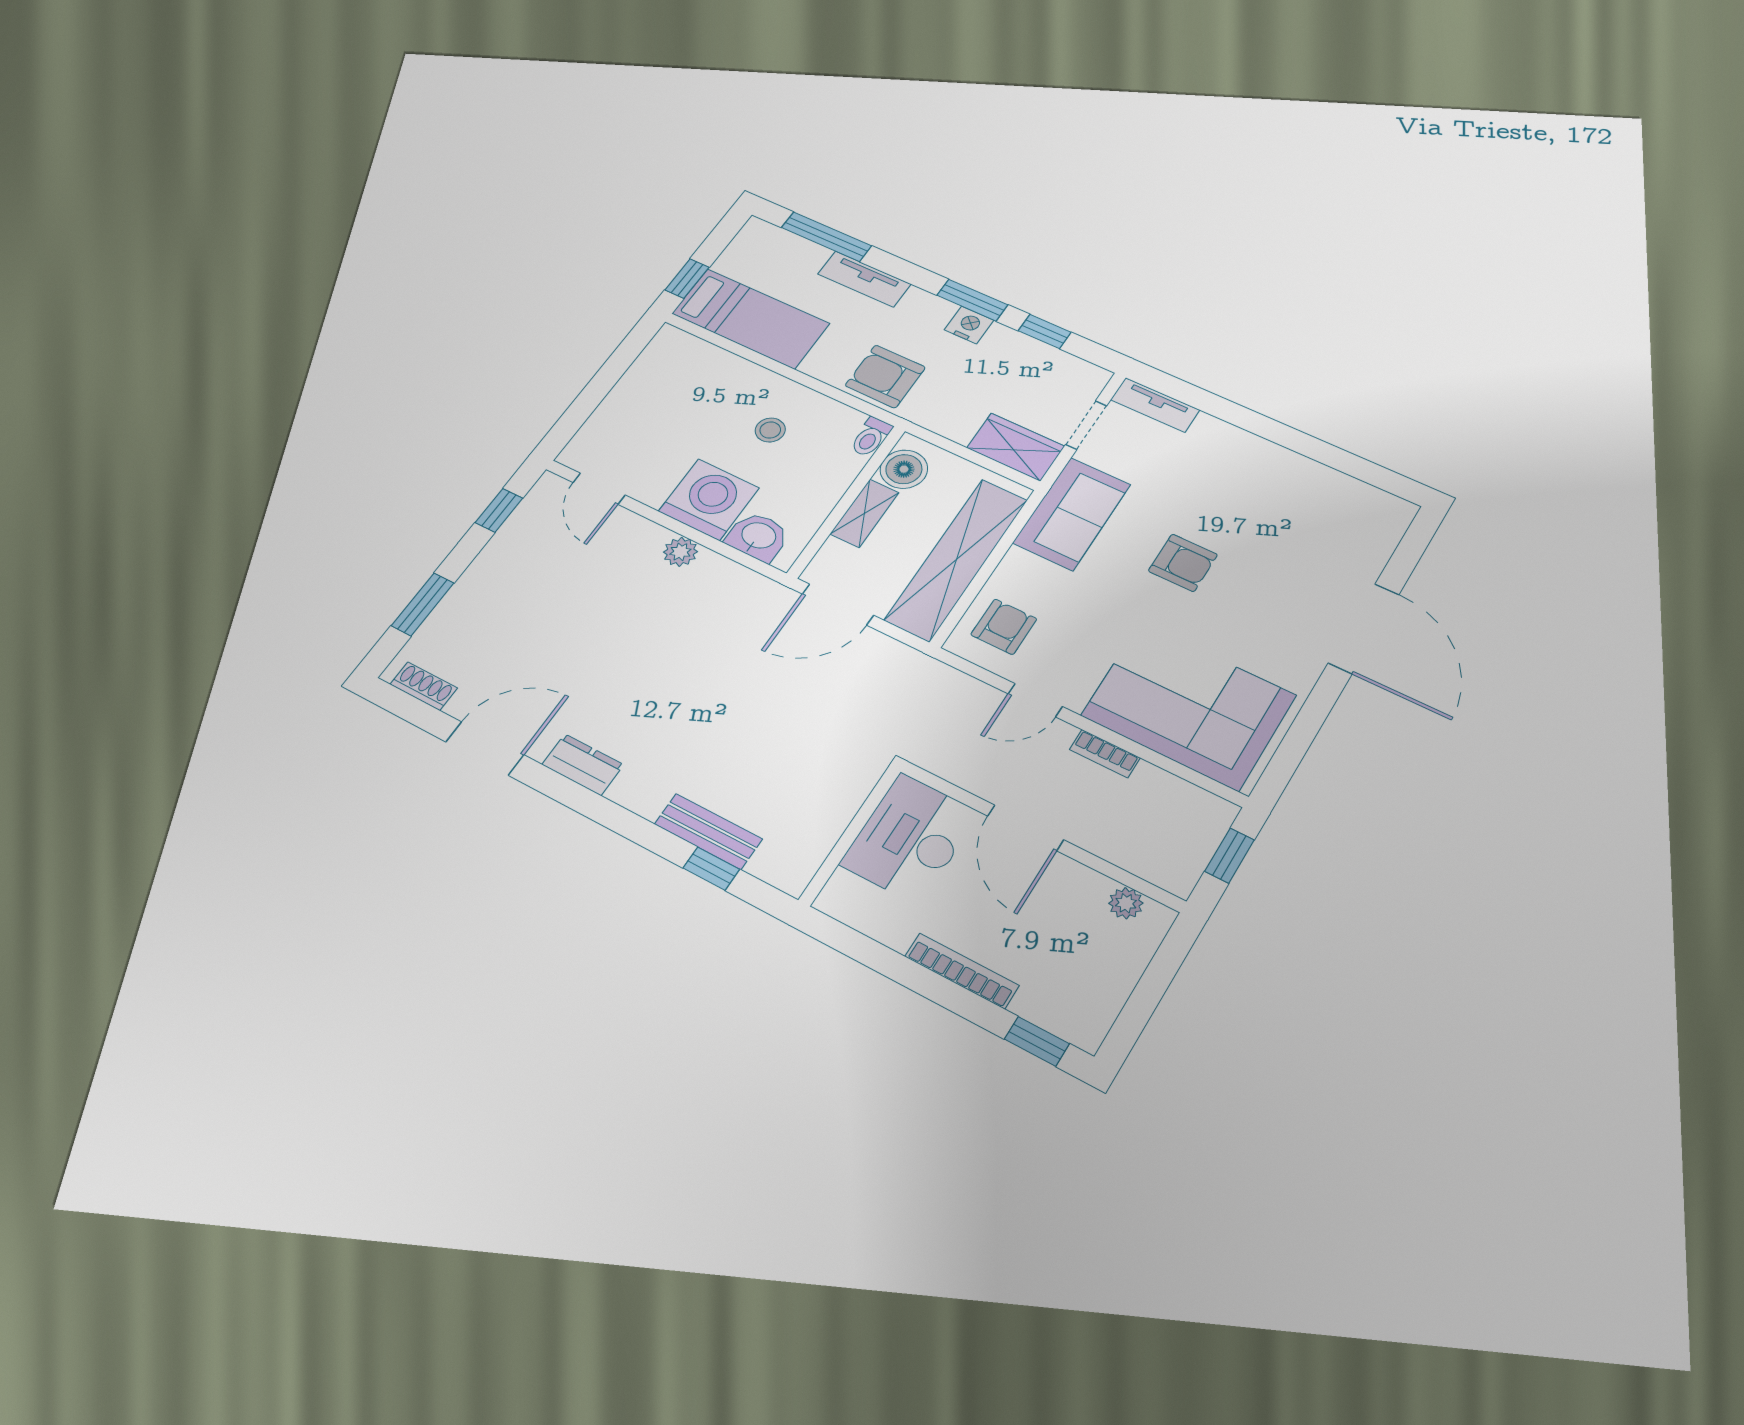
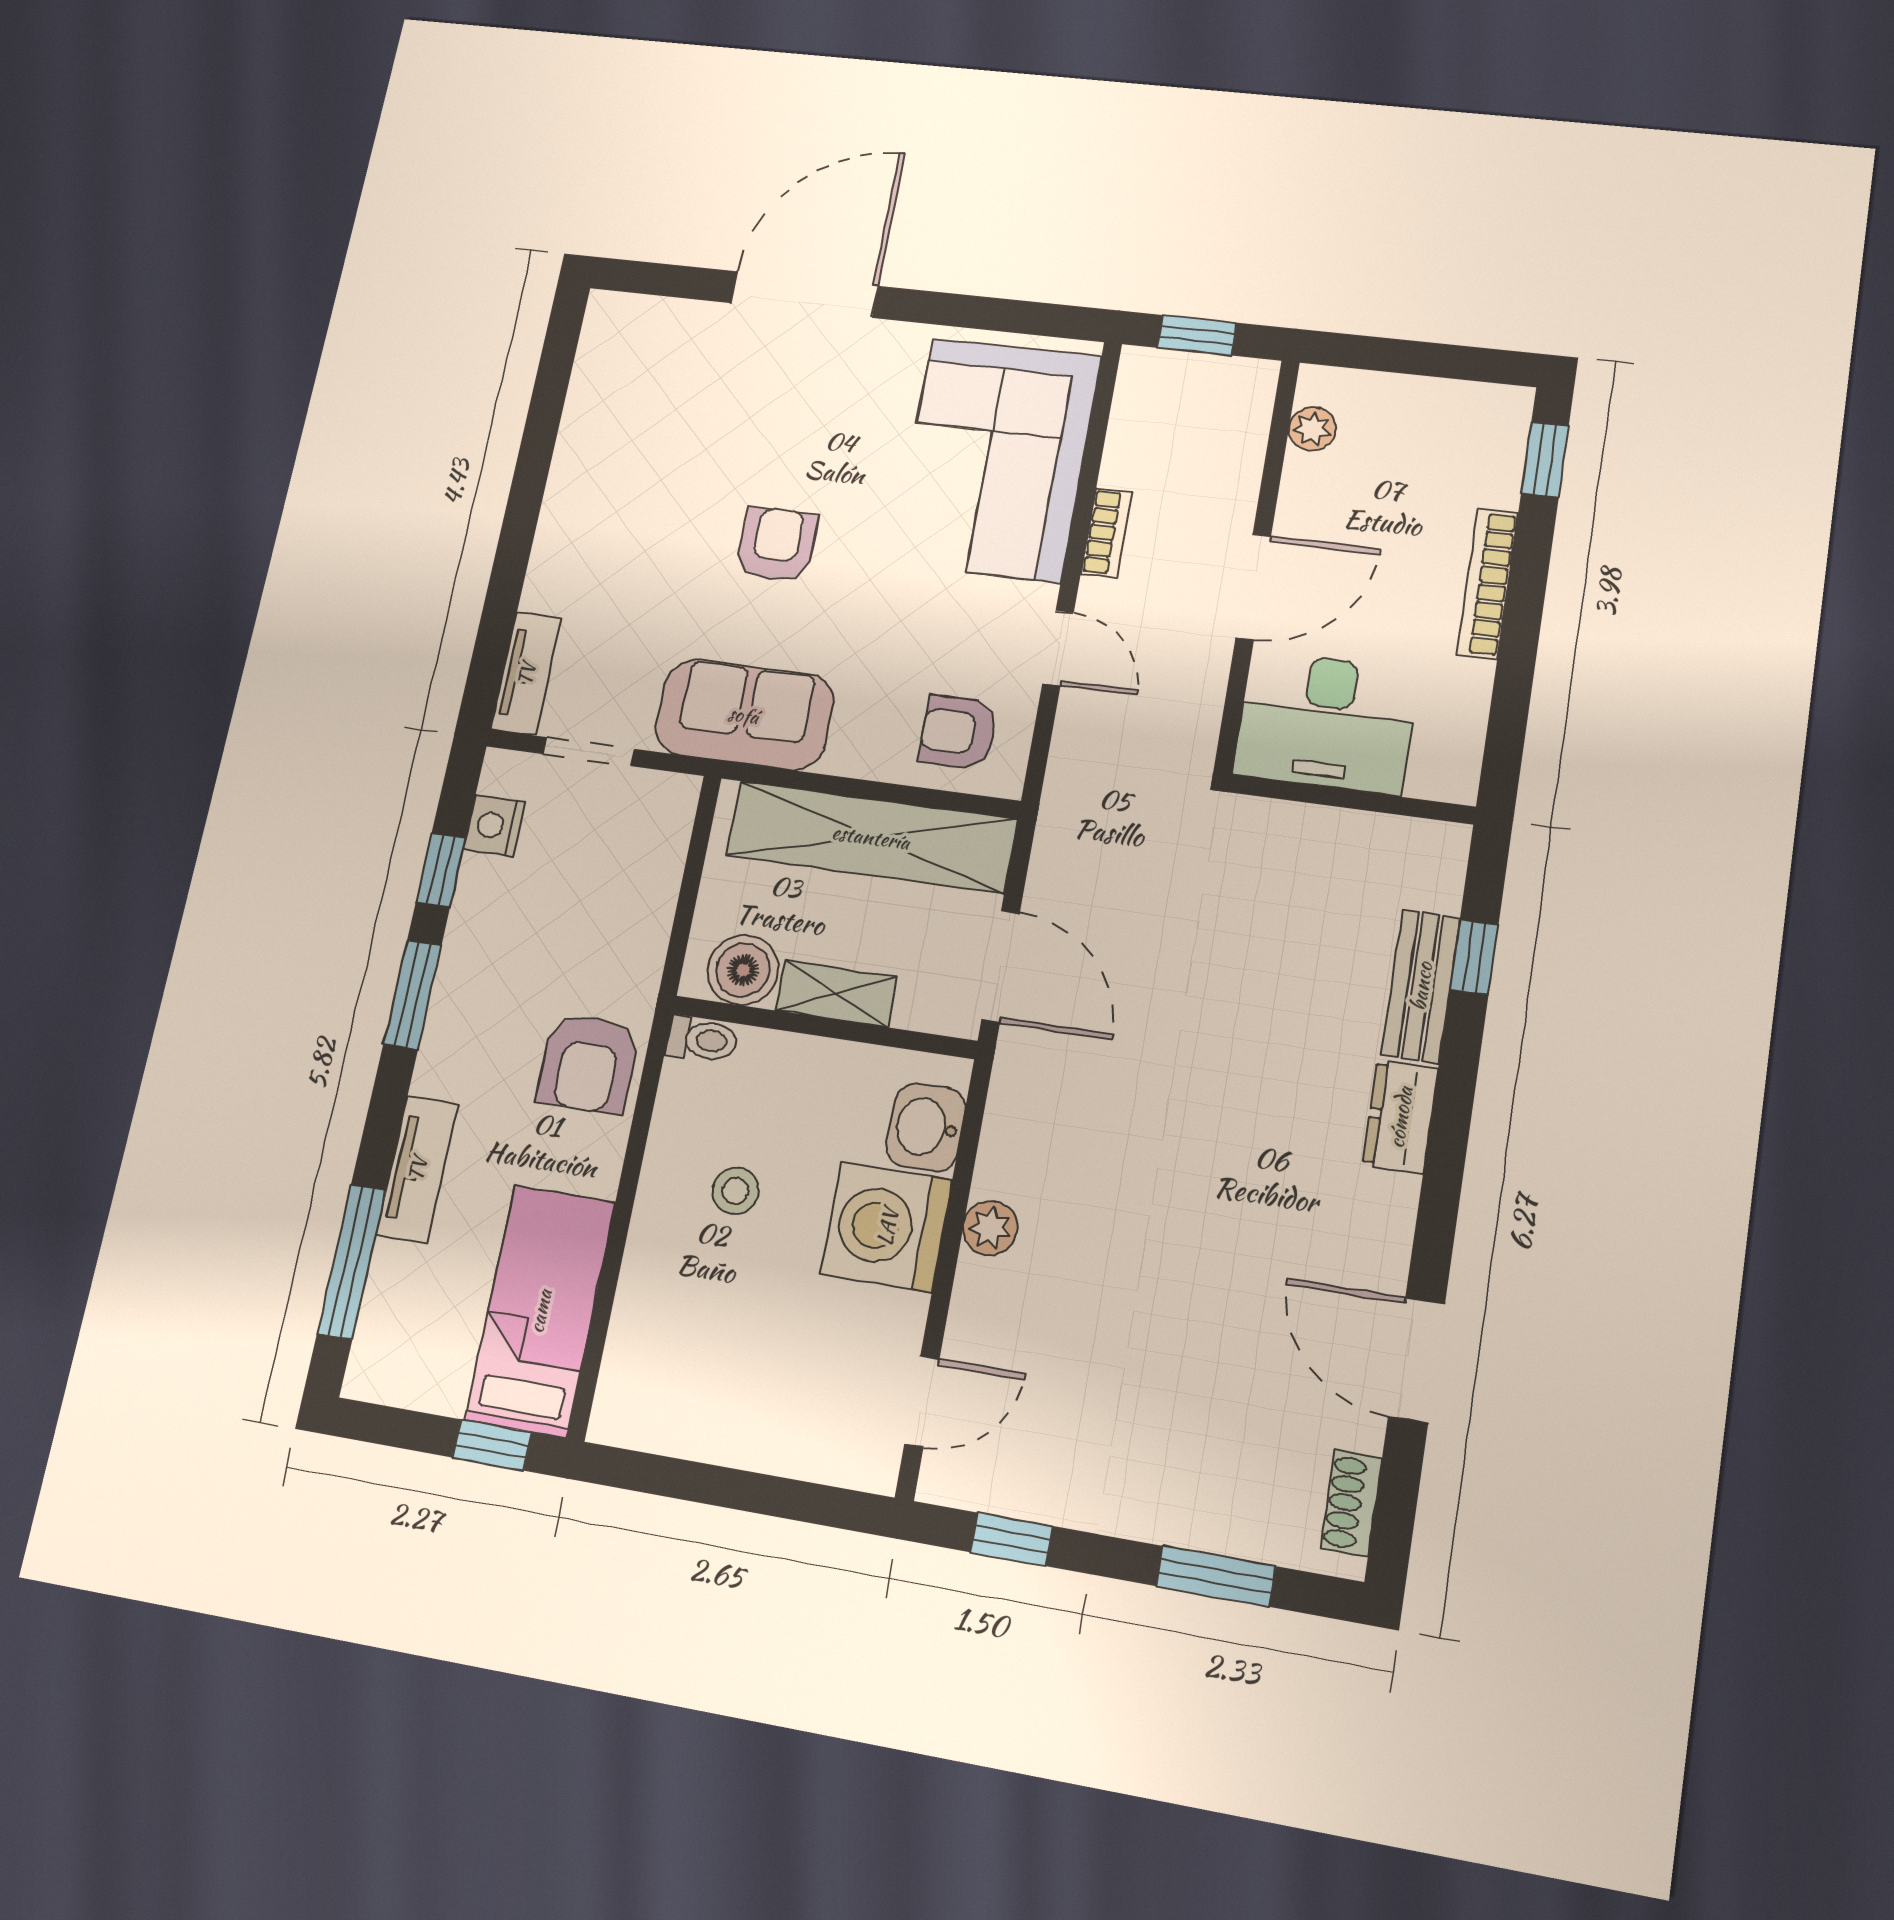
nightstand: (969, 325) -> (494, 825), moved
wardrobe: (1016, 447) -> (656, 832), removed
dresser: (583, 765) -> (1400, 1117), moved

